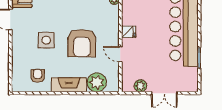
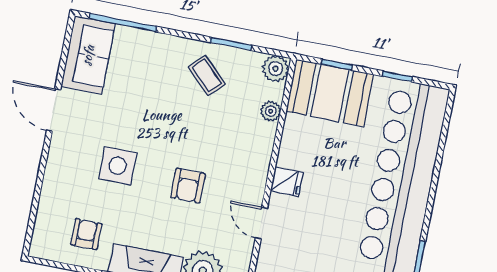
armchair: (82, 43) -> (188, 186), width x0.53, depth x0.53

